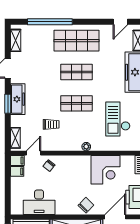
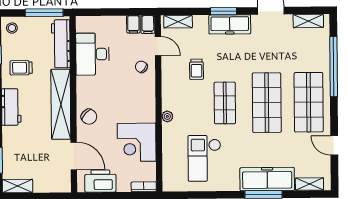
door: (120, 22) -> (334, 145), moved
shop shelf: (77, 72) -> (267, 103), width x1.43, depth x1.36
checkout: (118, 119) -> (204, 158), turned -90

